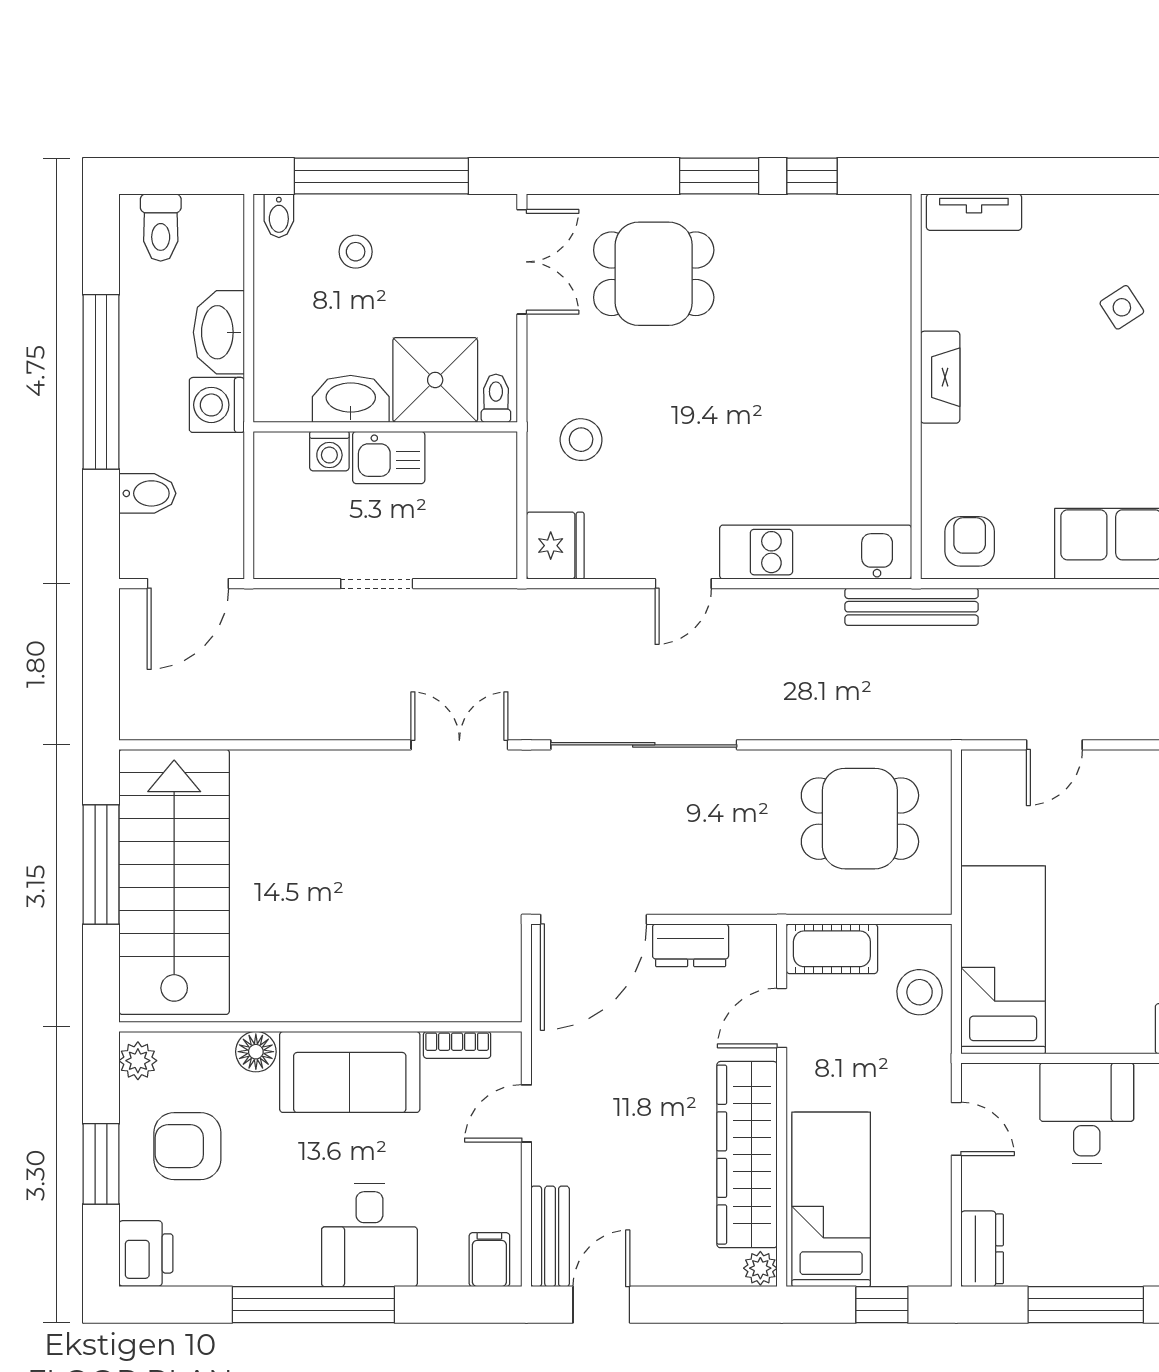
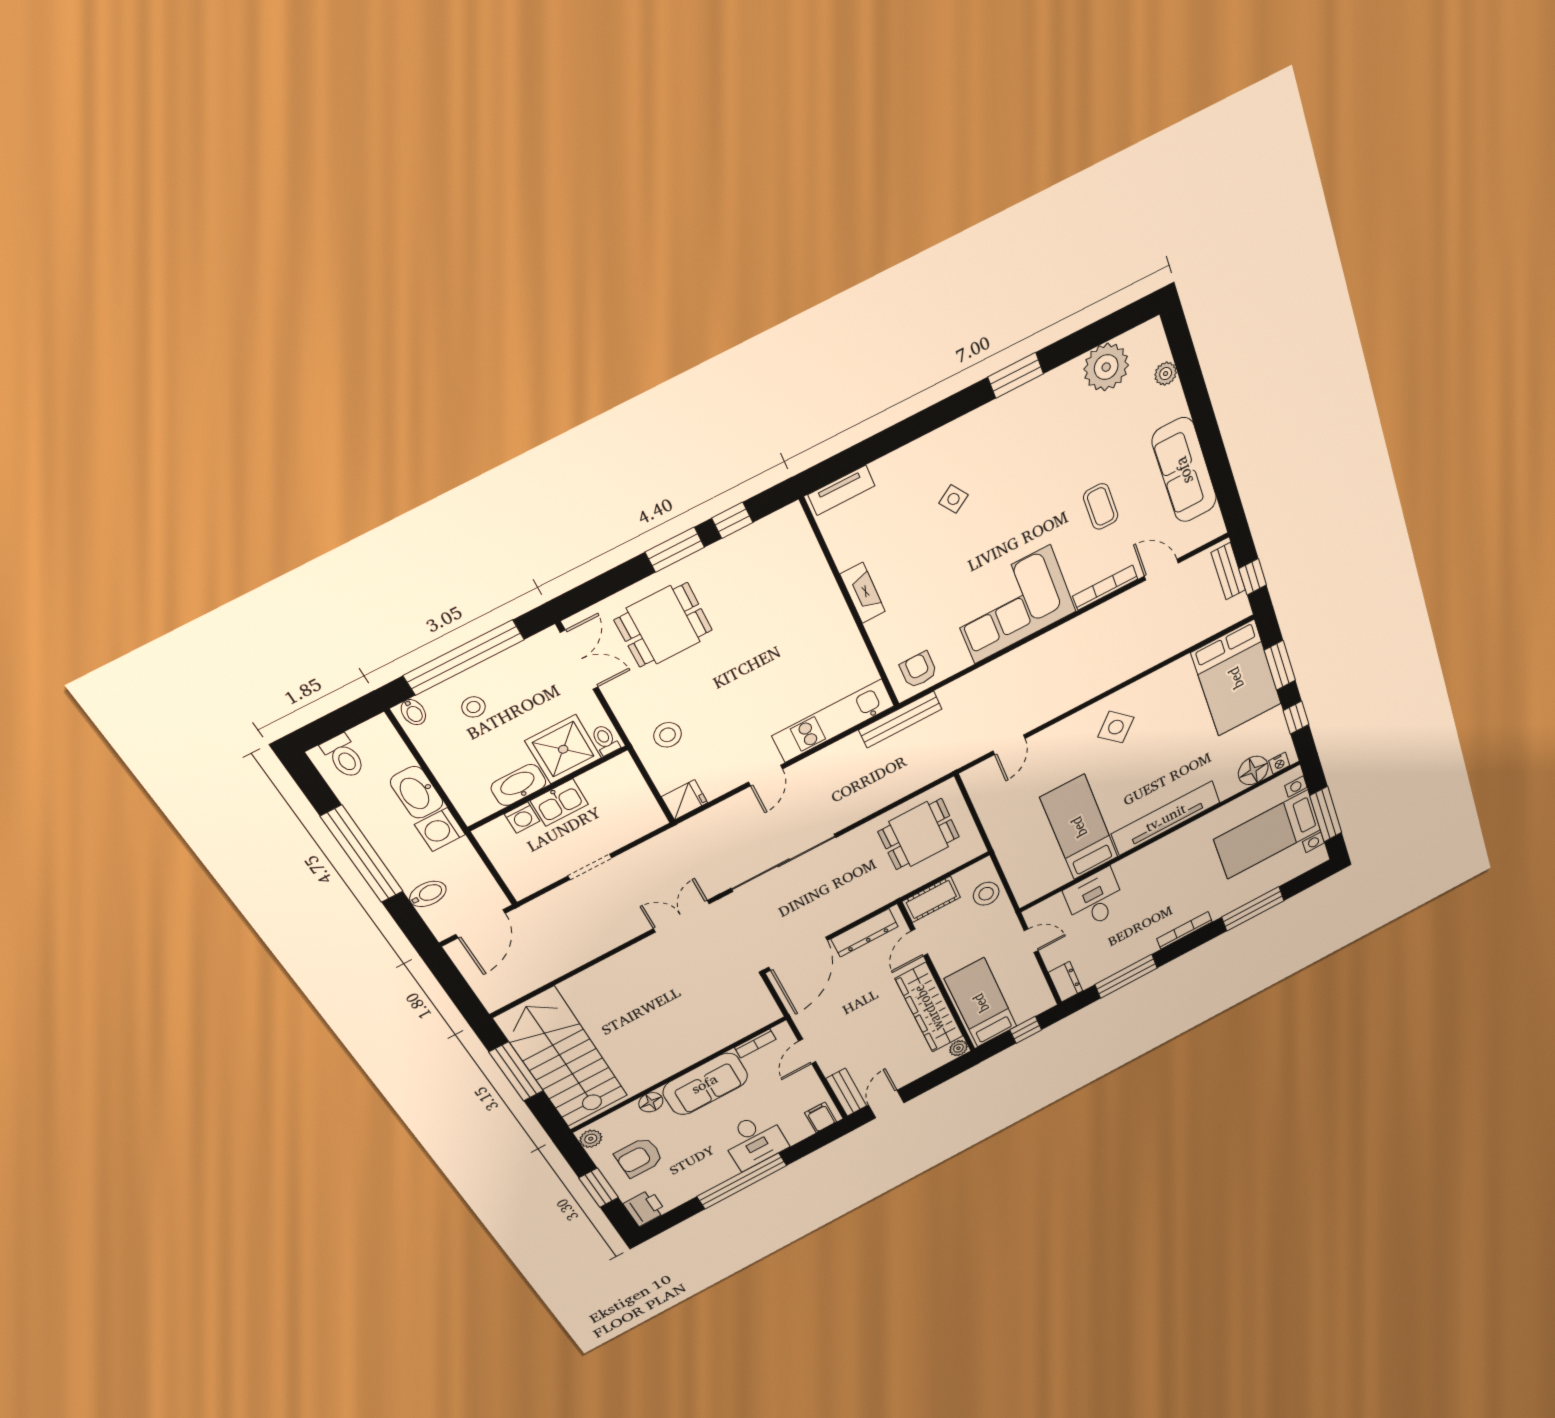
fridge: (555, 546) -> (685, 800), width x0.72
dresser: (691, 945) -> (865, 933), width x1.44
bed: (1003, 960) -> (1079, 827), moved

